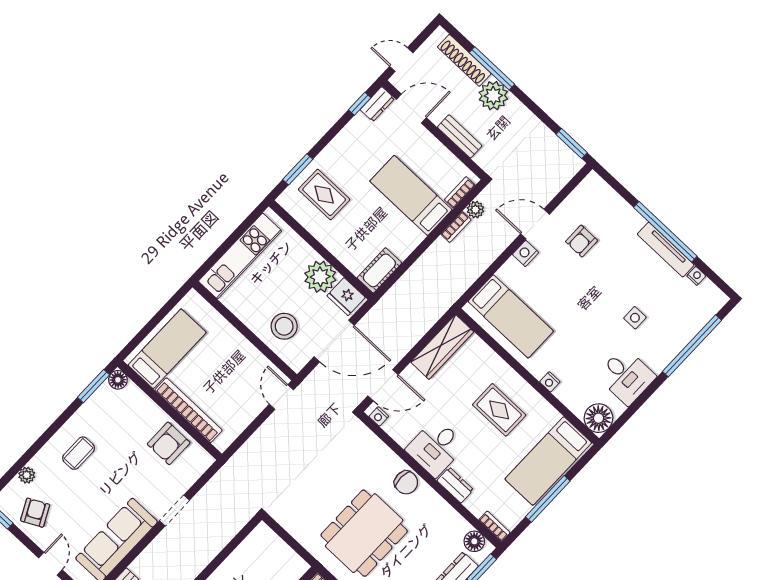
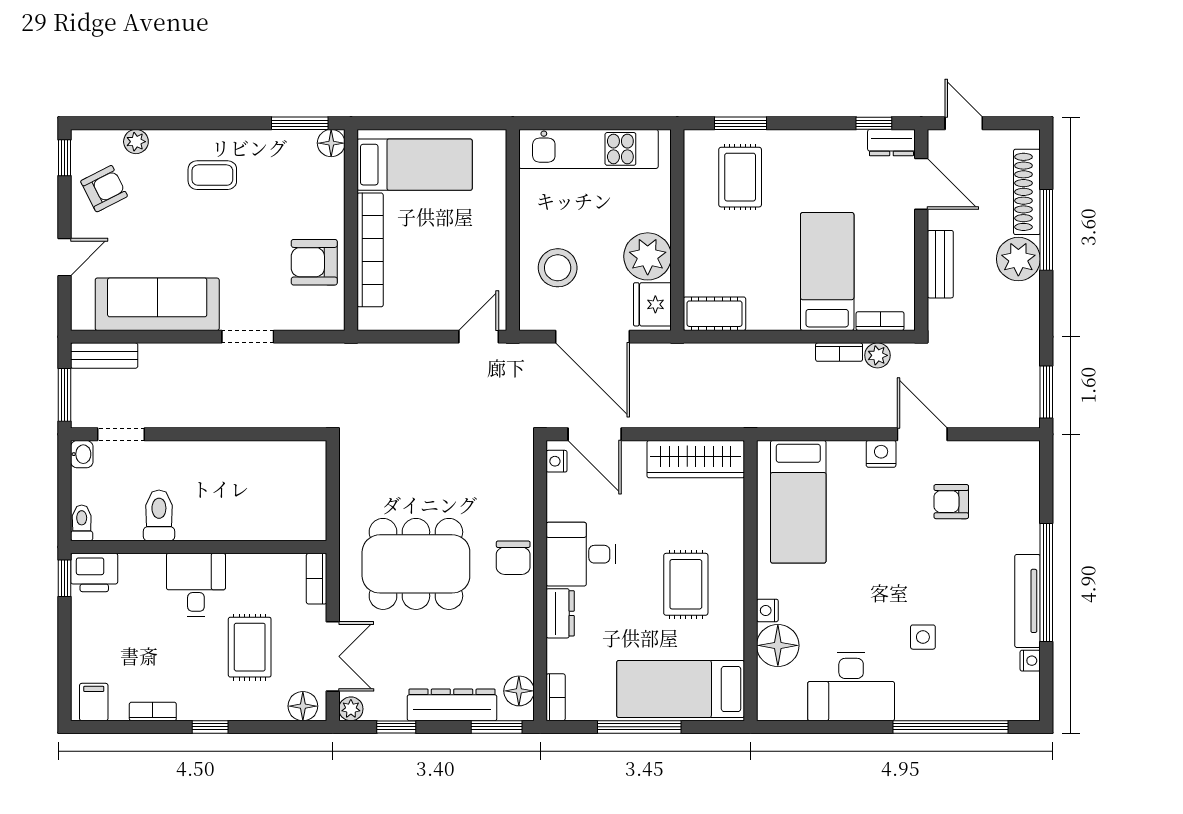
desk: (626, 376) -> (851, 687), width x1.37
floor lamp: (599, 418) -> (778, 645), moved

